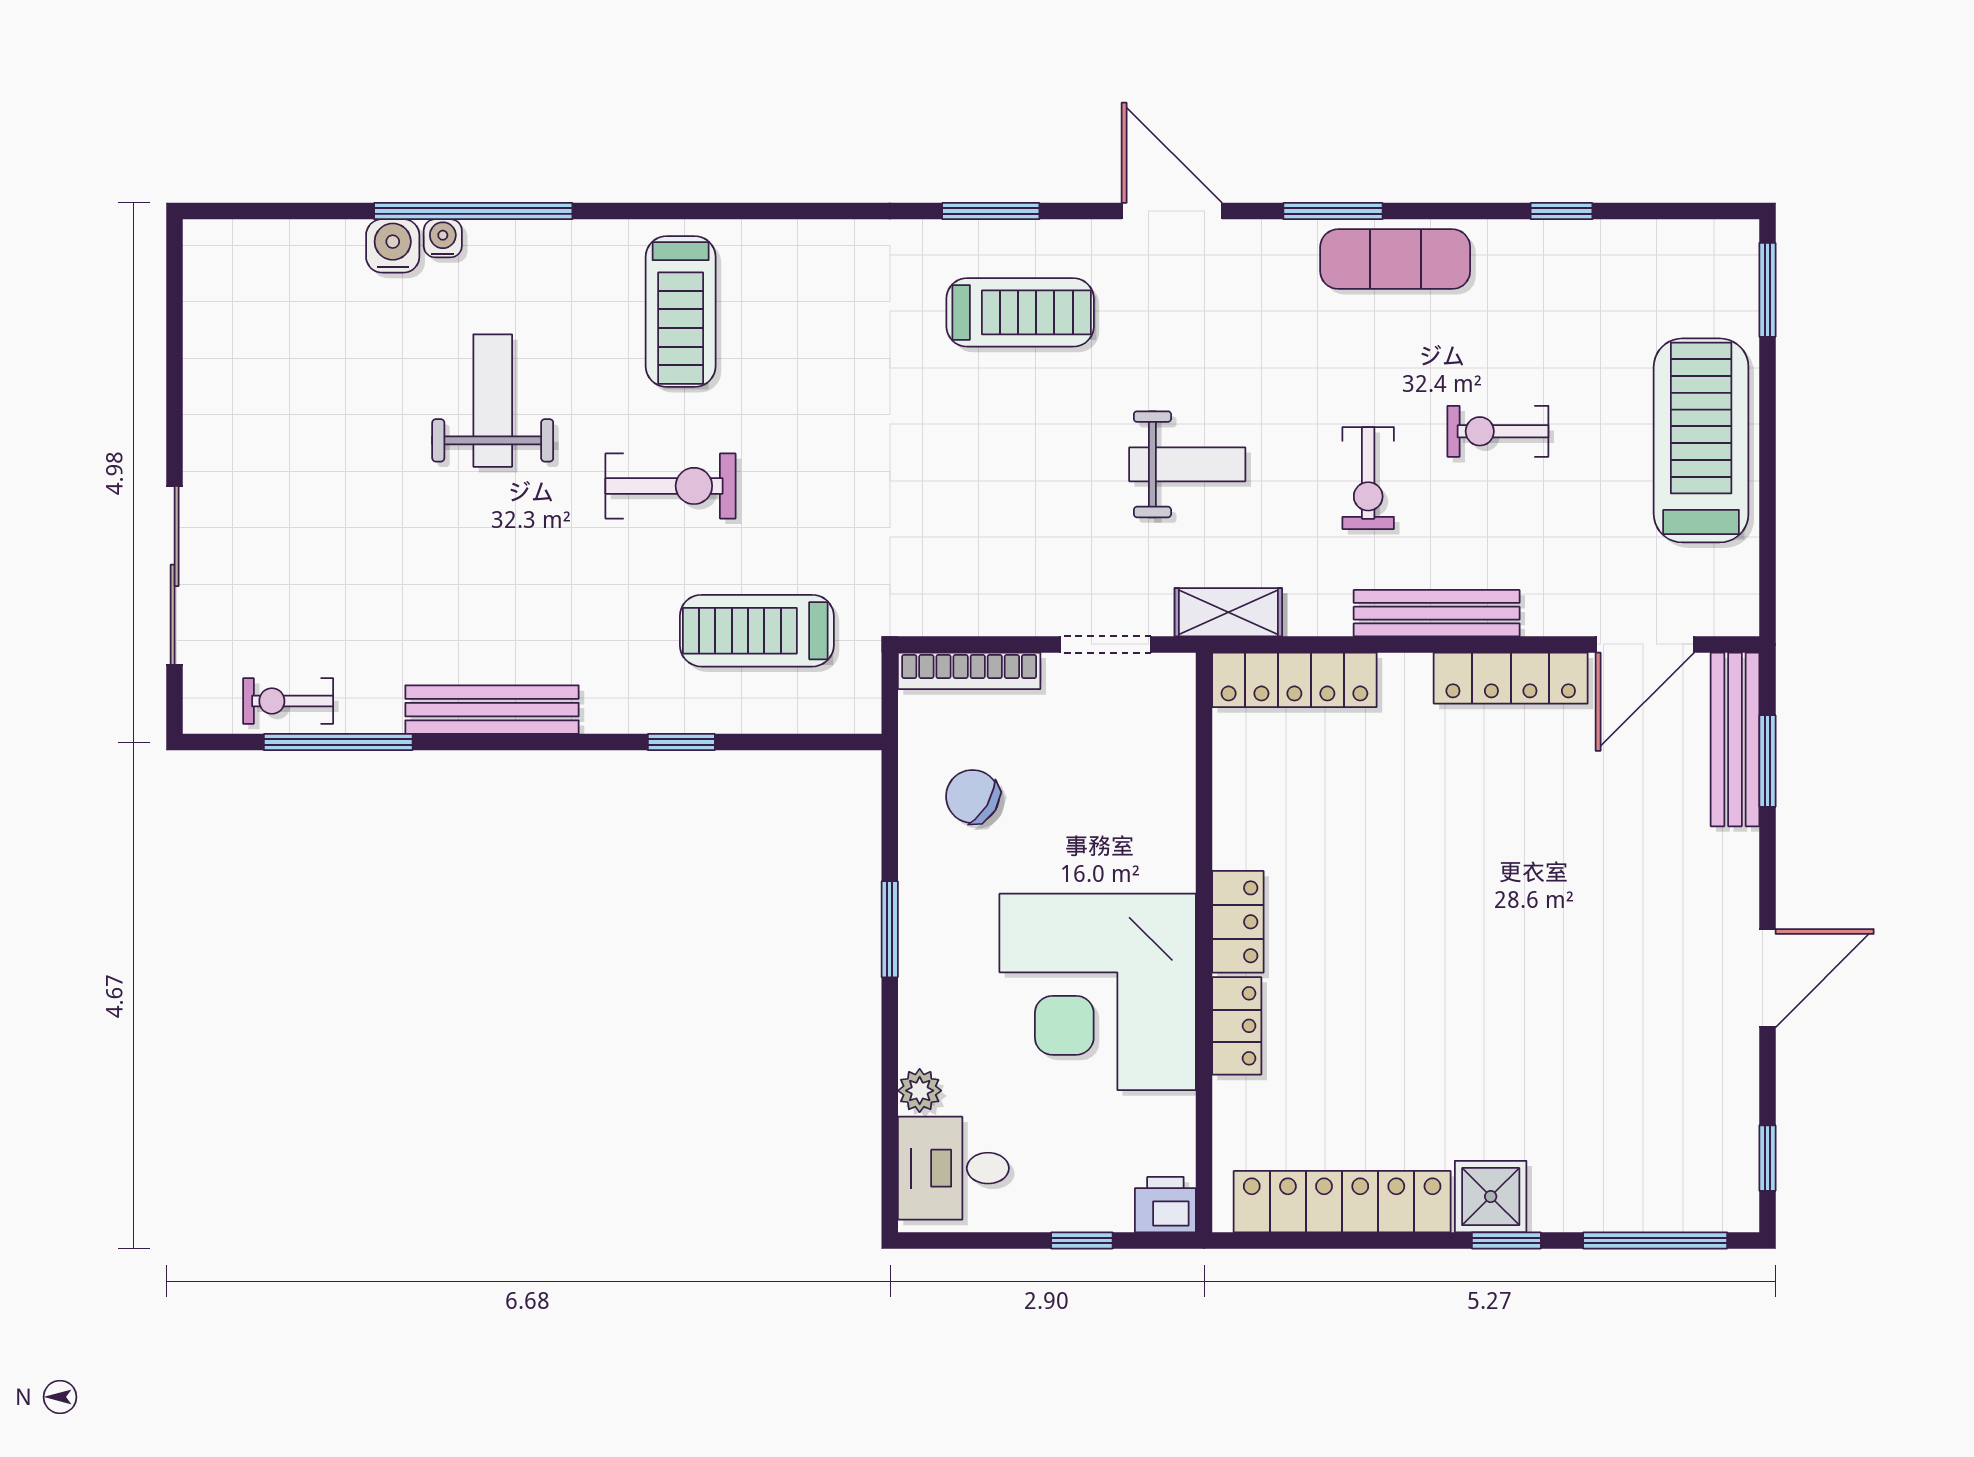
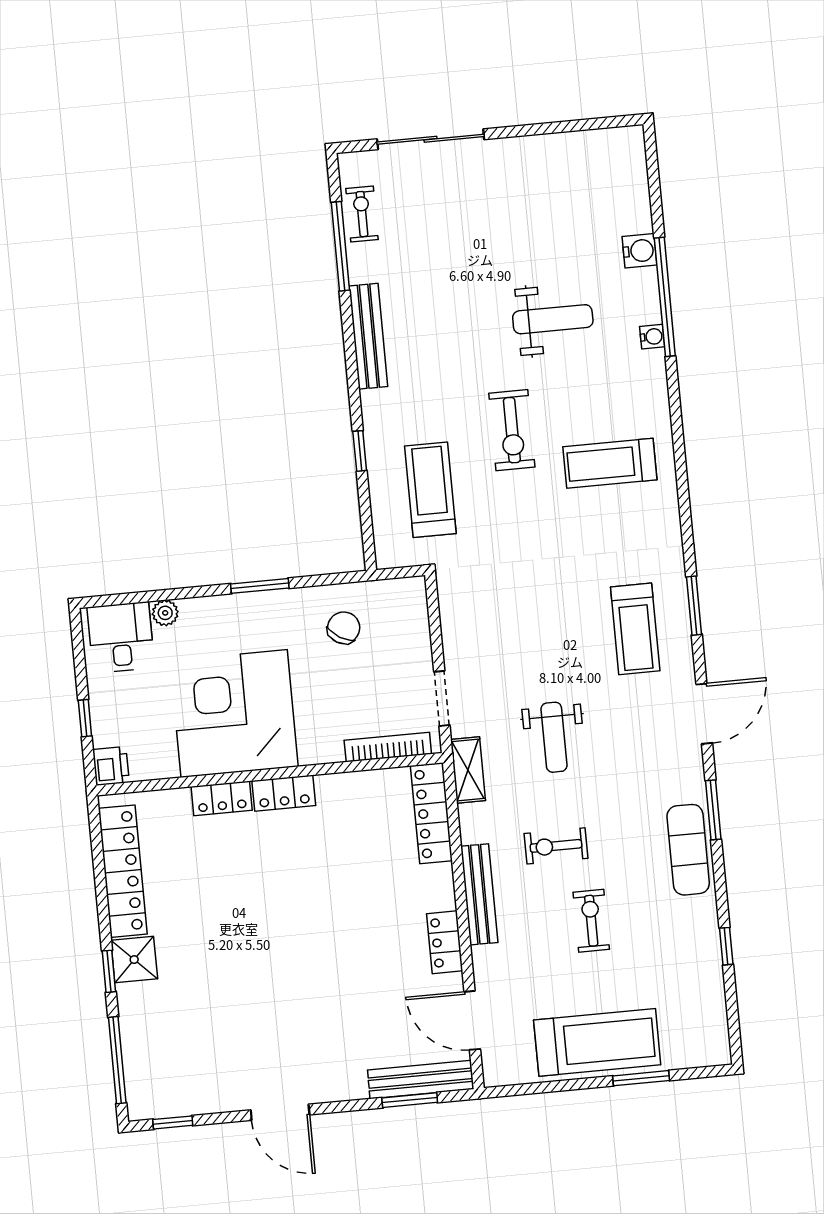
water cooler: (443, 238) -> (652, 337), moved
window: (1767, 290) -> (641, 1078), moved
treadmill: (681, 311) -> (610, 463), moved
bookcase: (969, 671) -> (388, 747), moved, turned 90
locker: (1511, 678) -> (445, 942), width x0.66

